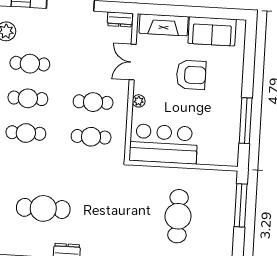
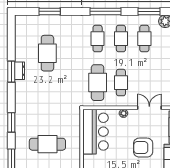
armchair: (191, 75) -> (143, 148), turned 90
cafe table: (91, 137) -> (98, 83), width x1.37, depth x1.35

